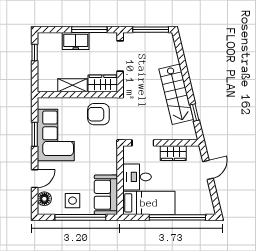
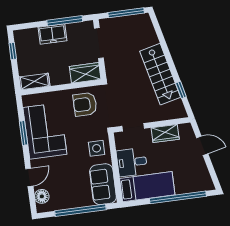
shelving: (72, 85) -> (34, 82), moved
door: (208, 170) -> (202, 146), hinge flipped
side table: (73, 201) -> (97, 148), moved

